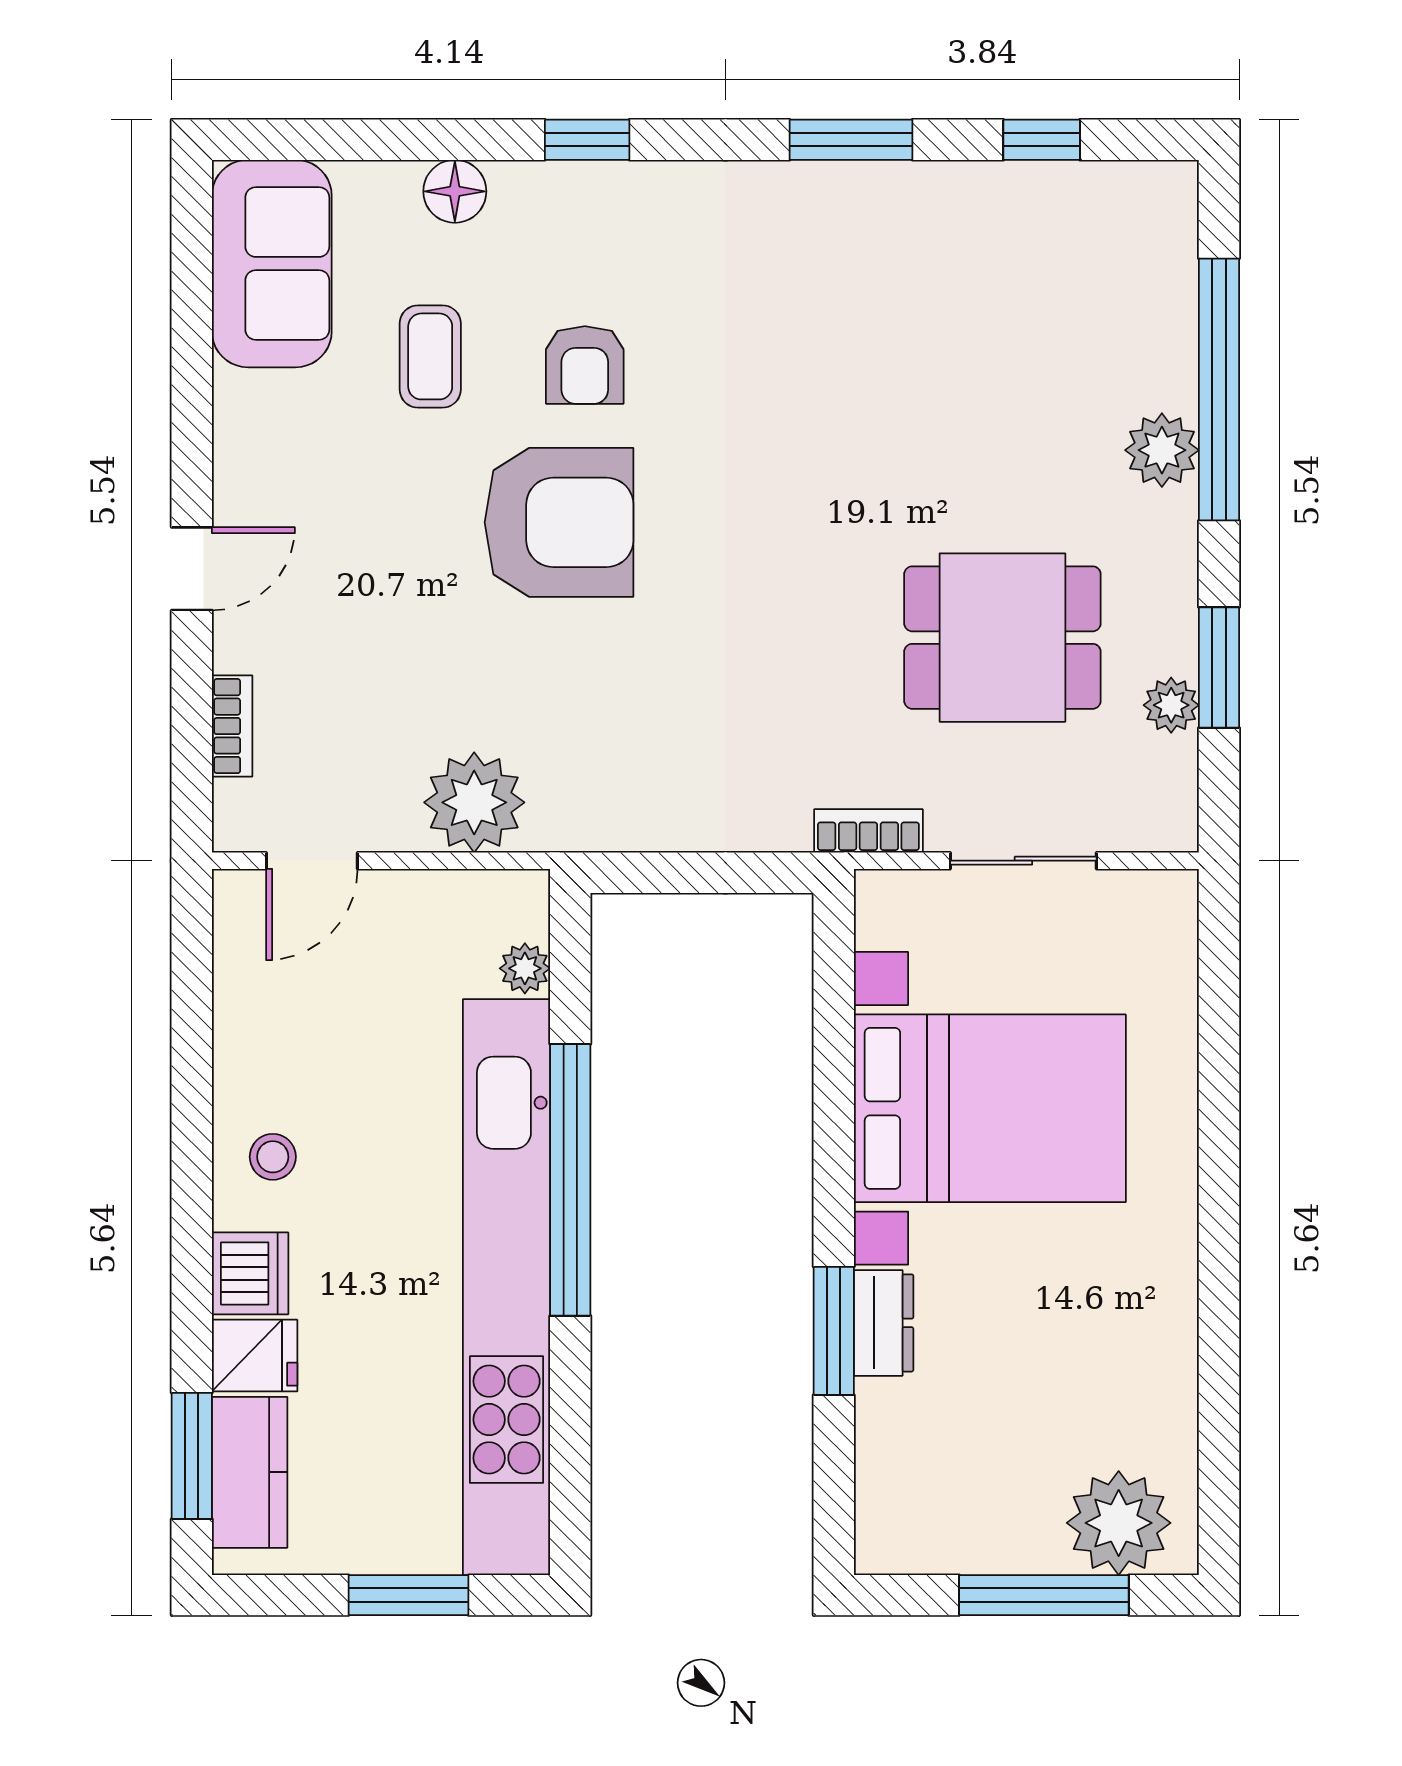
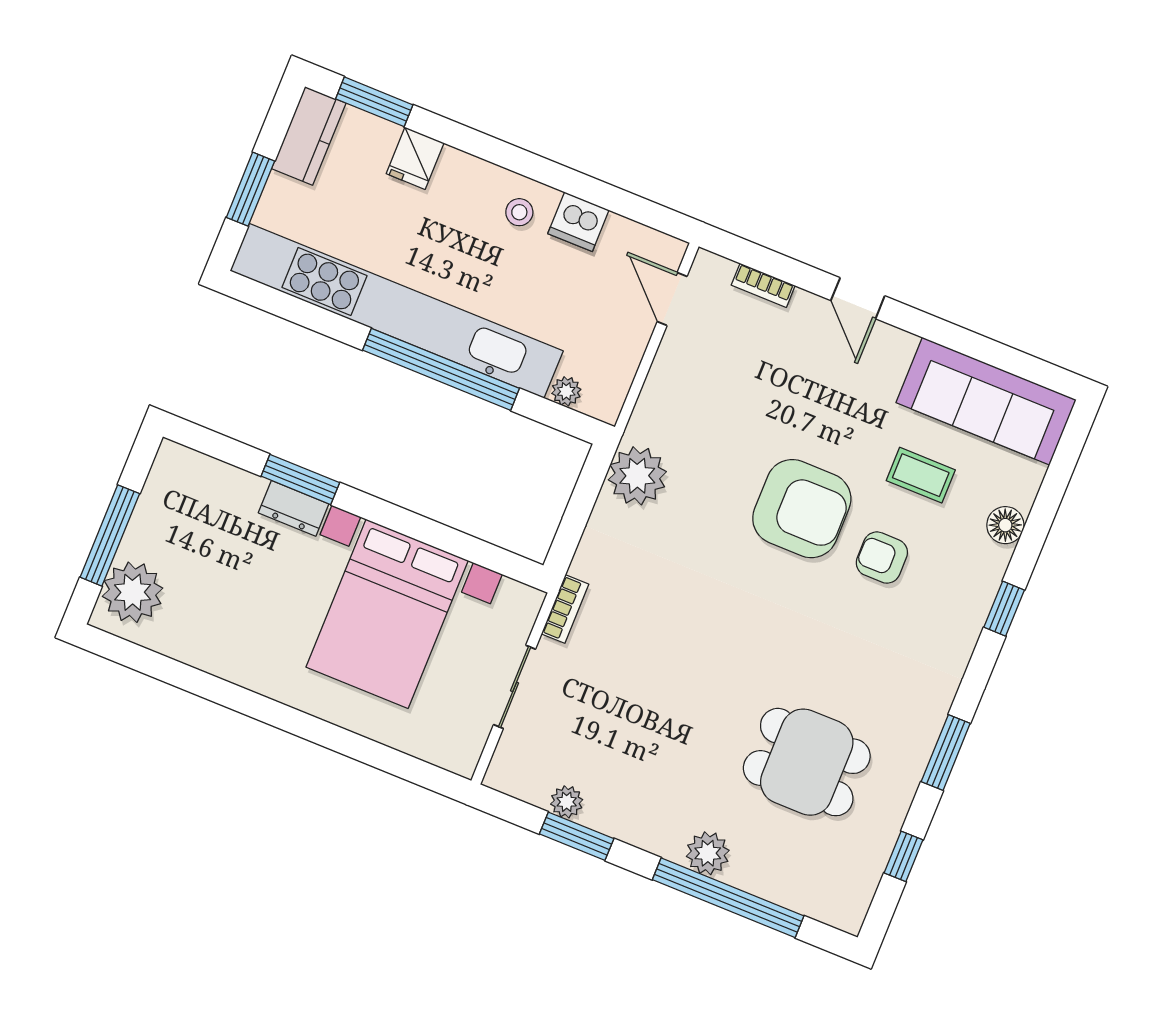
sofa: (272, 264) -> (986, 401), width x1.36
armchair: (559, 522) -> (802, 509), turned -90
dining table: (1002, 638) -> (807, 762), moved, turned 90
plant: (474, 802) -> (637, 476), moved
dishwasher: (250, 1273) -> (578, 222), moved
kitchen counter: (250, 1472) -> (309, 136), moved, turned -90

